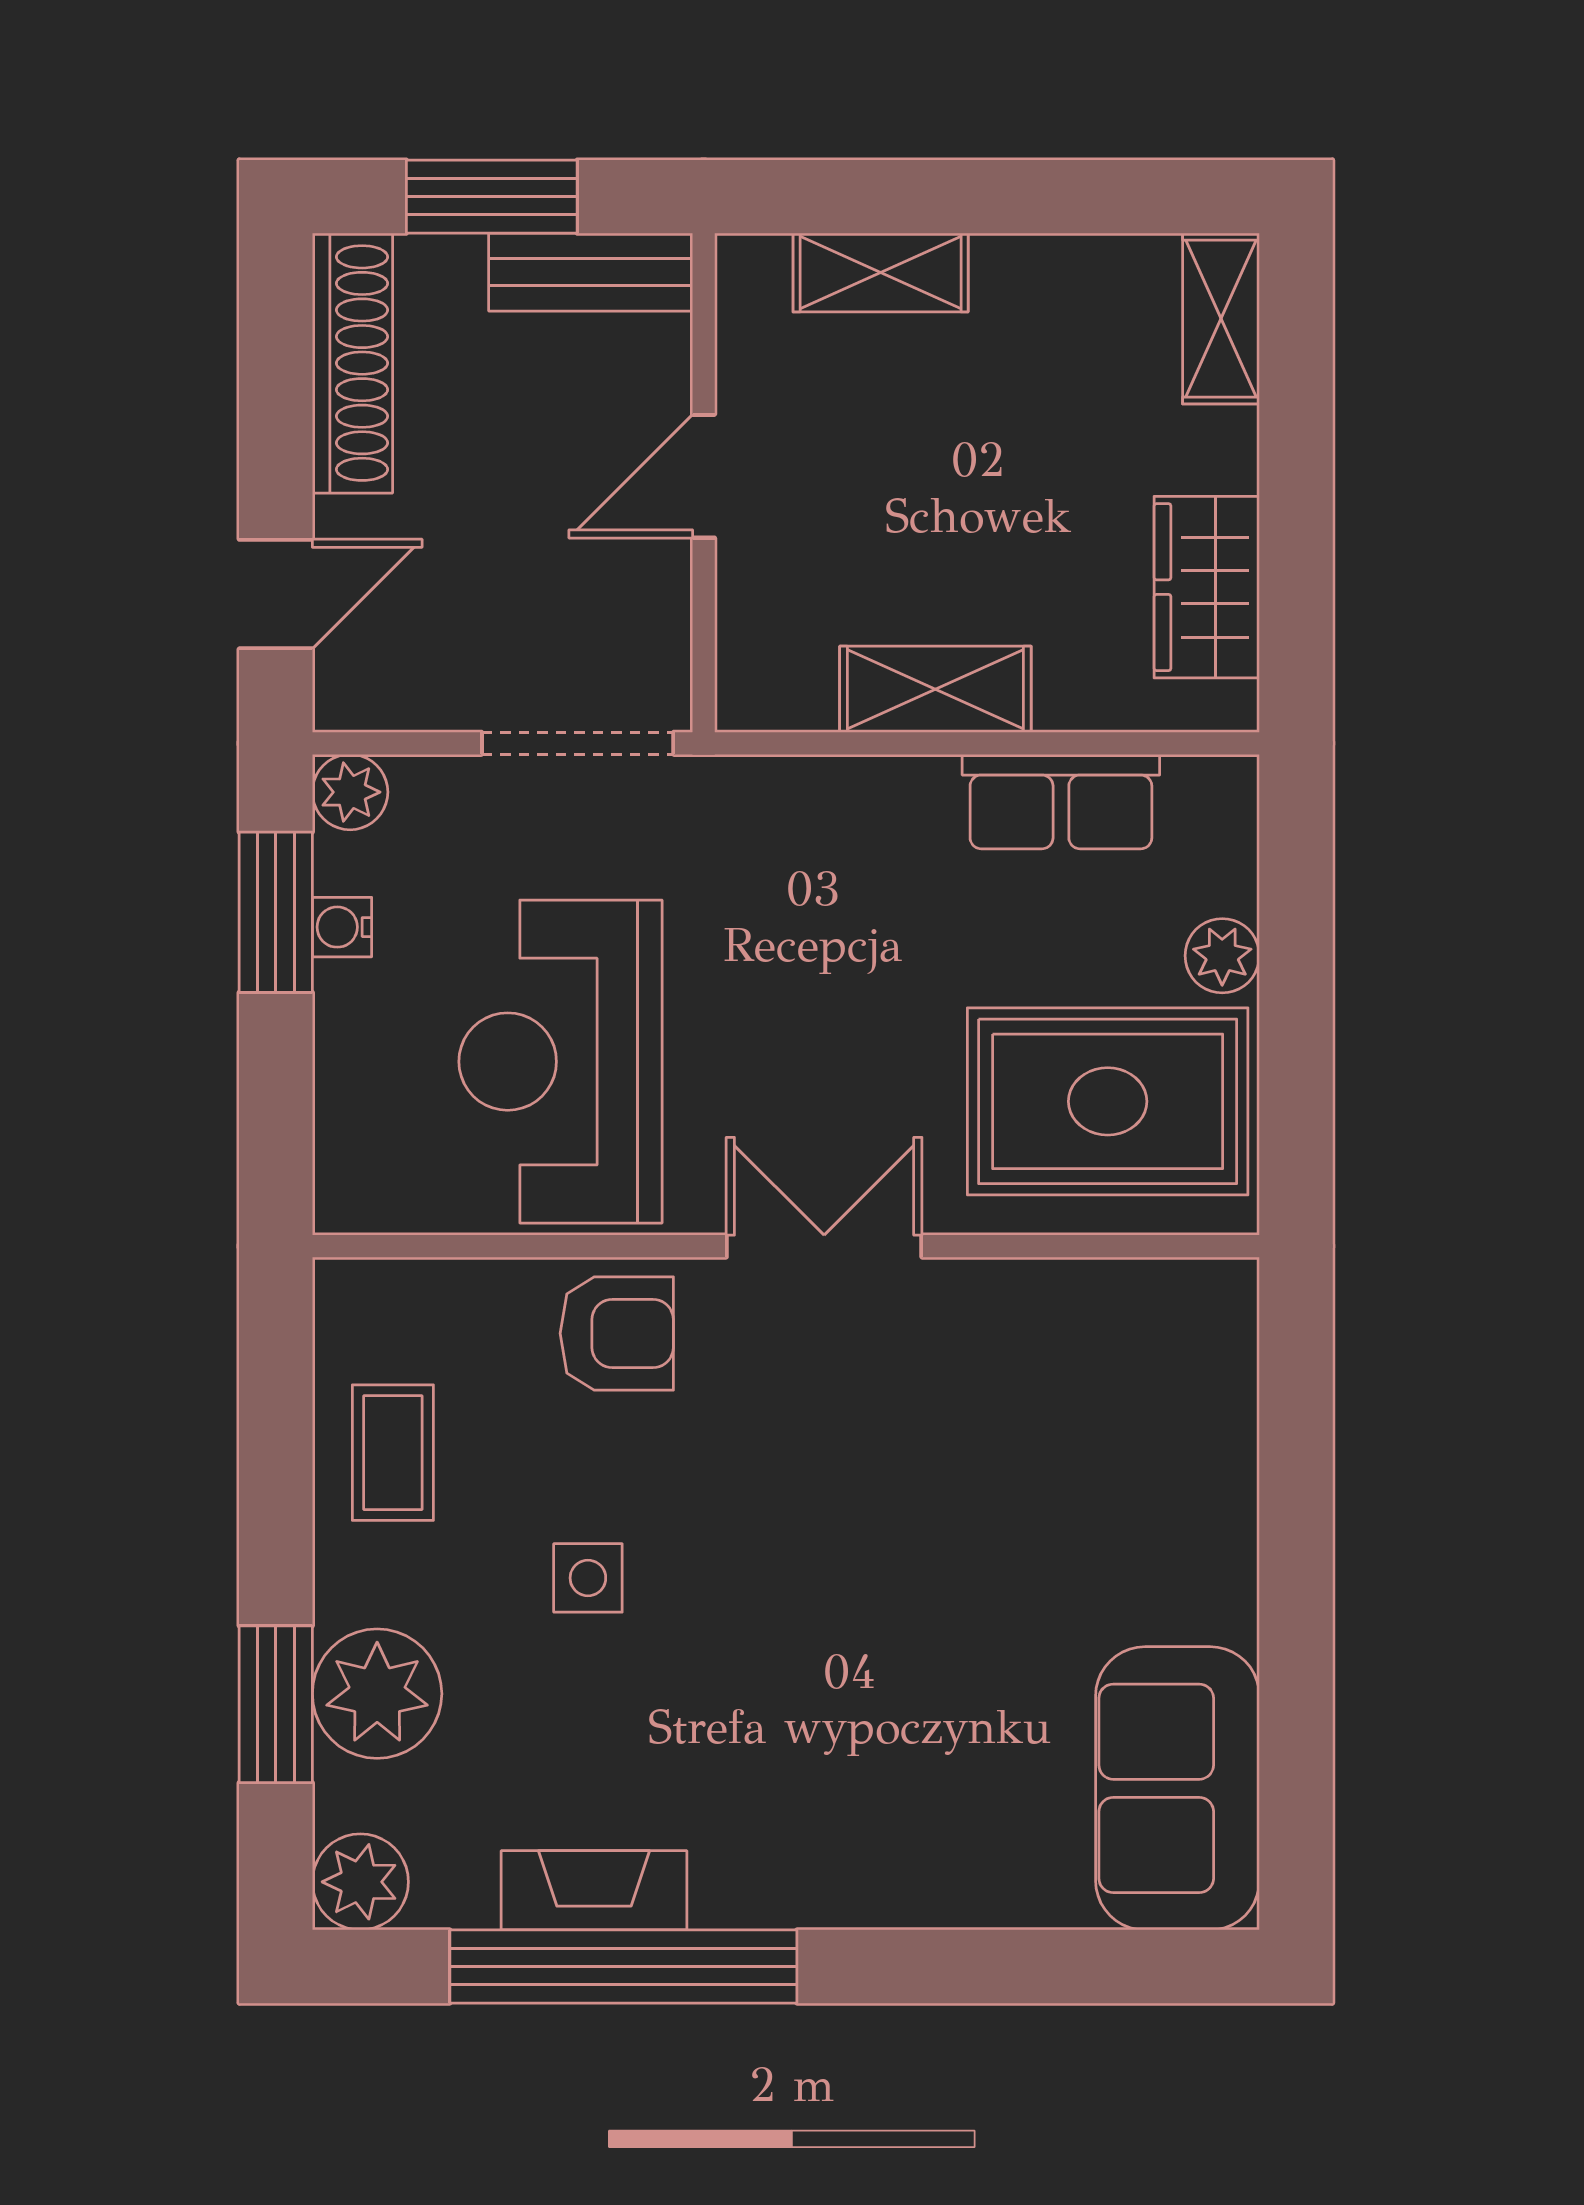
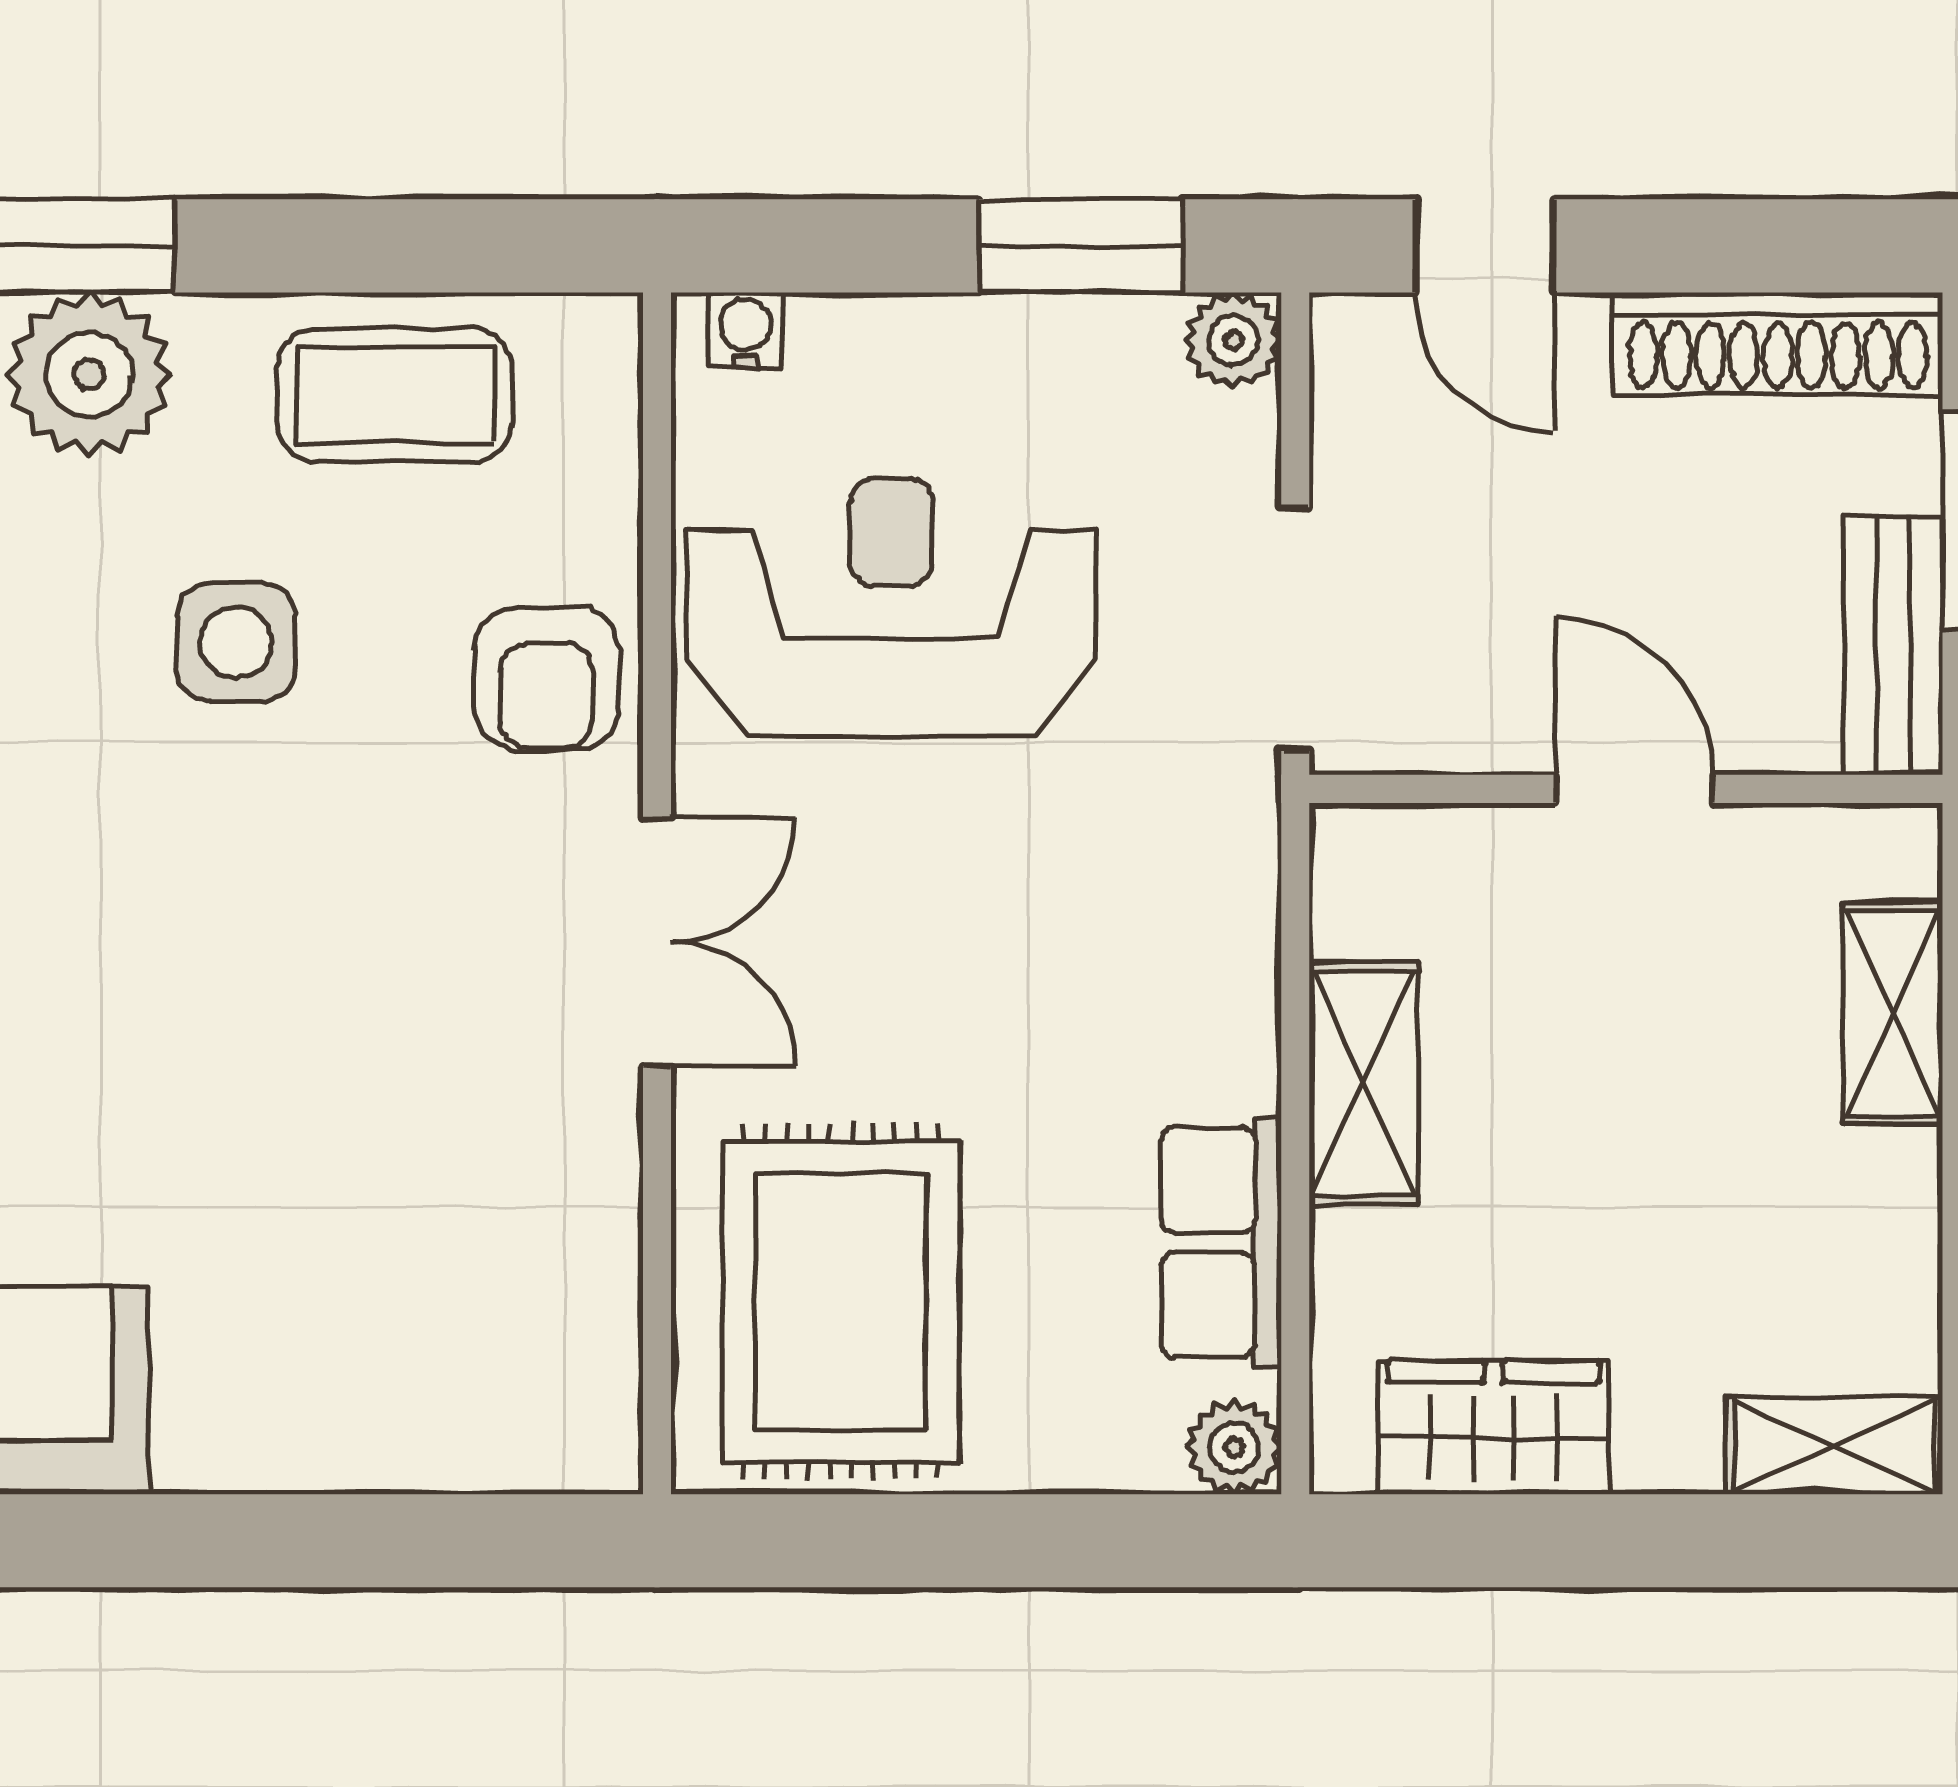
water cooler: (342, 927) -> (746, 330), moved
plant: (1222, 956) -> (1234, 1447), moved
coffee table: (393, 1453) -> (395, 395), width x1.36, depth x1.30
side table: (588, 1578) -> (236, 642), width x1.37, depth x1.37

